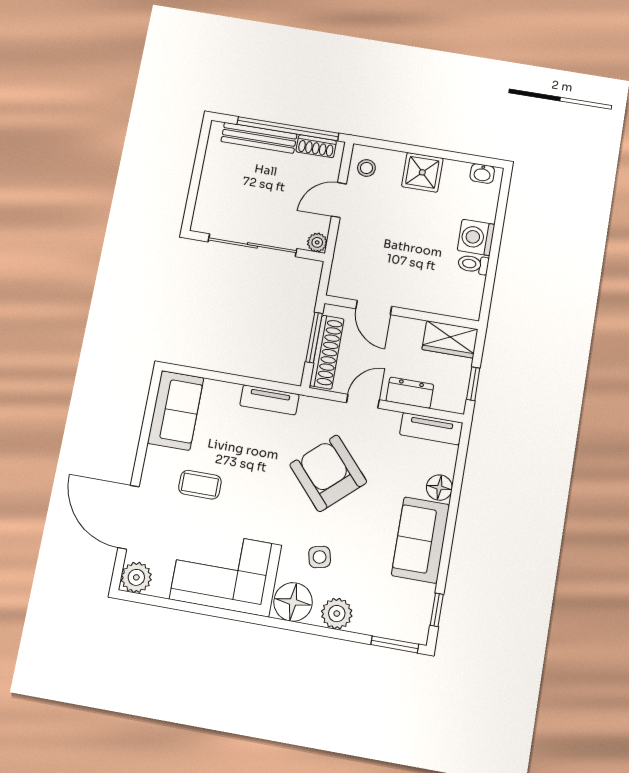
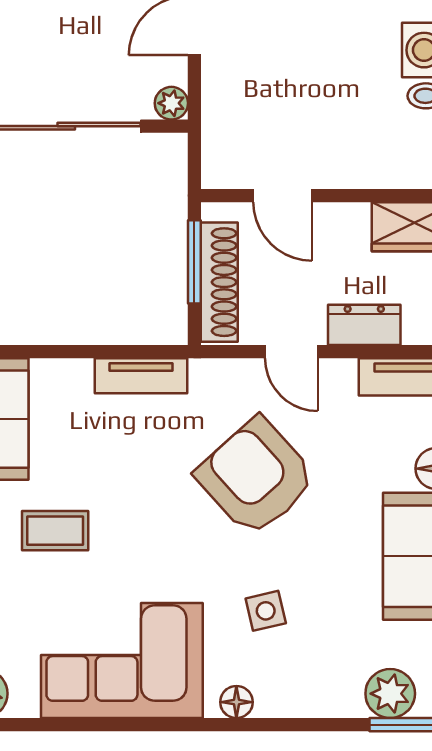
door: (363, 401) -> (291, 352), swing flipped
floor lamp: (293, 602) -> (236, 702), width x0.53, depth x0.53
plant: (337, 614) -> (390, 694), moved

